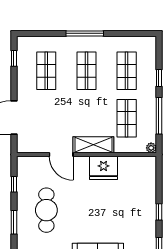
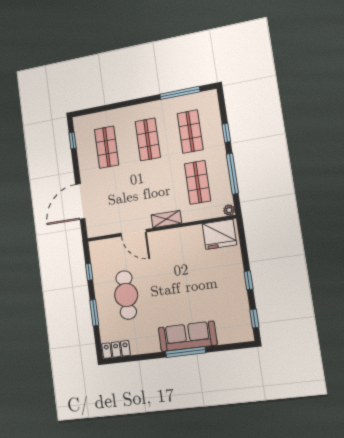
window: (85, 33) -> (180, 93), moved
shelving: (93, 145) -> (166, 219), width x0.67, depth x0.75
fridge: (104, 168) -> (219, 234), moved

